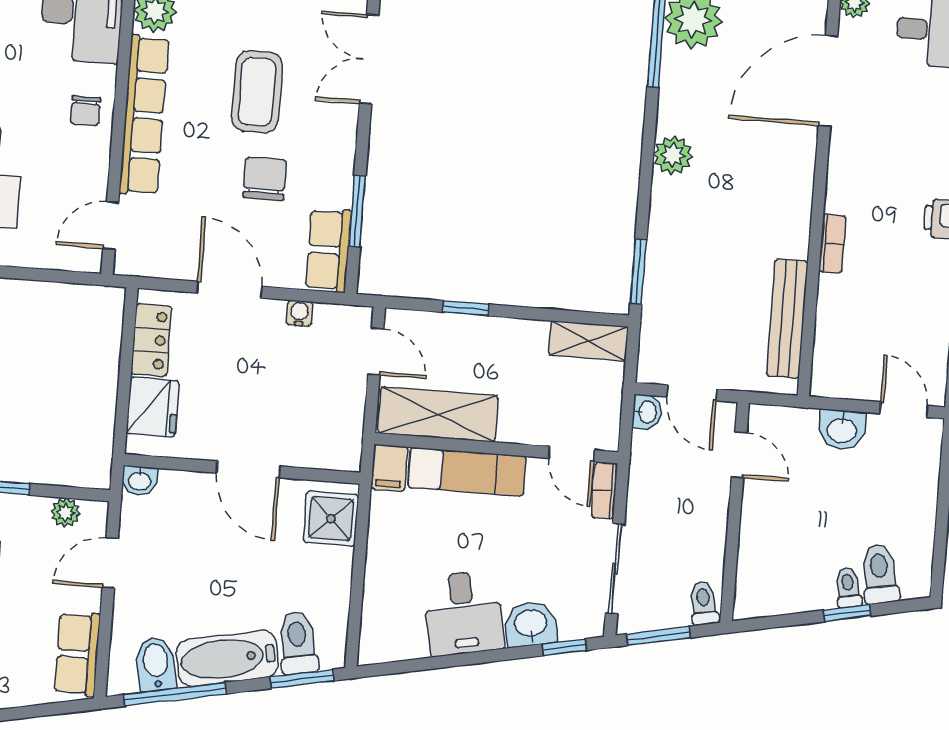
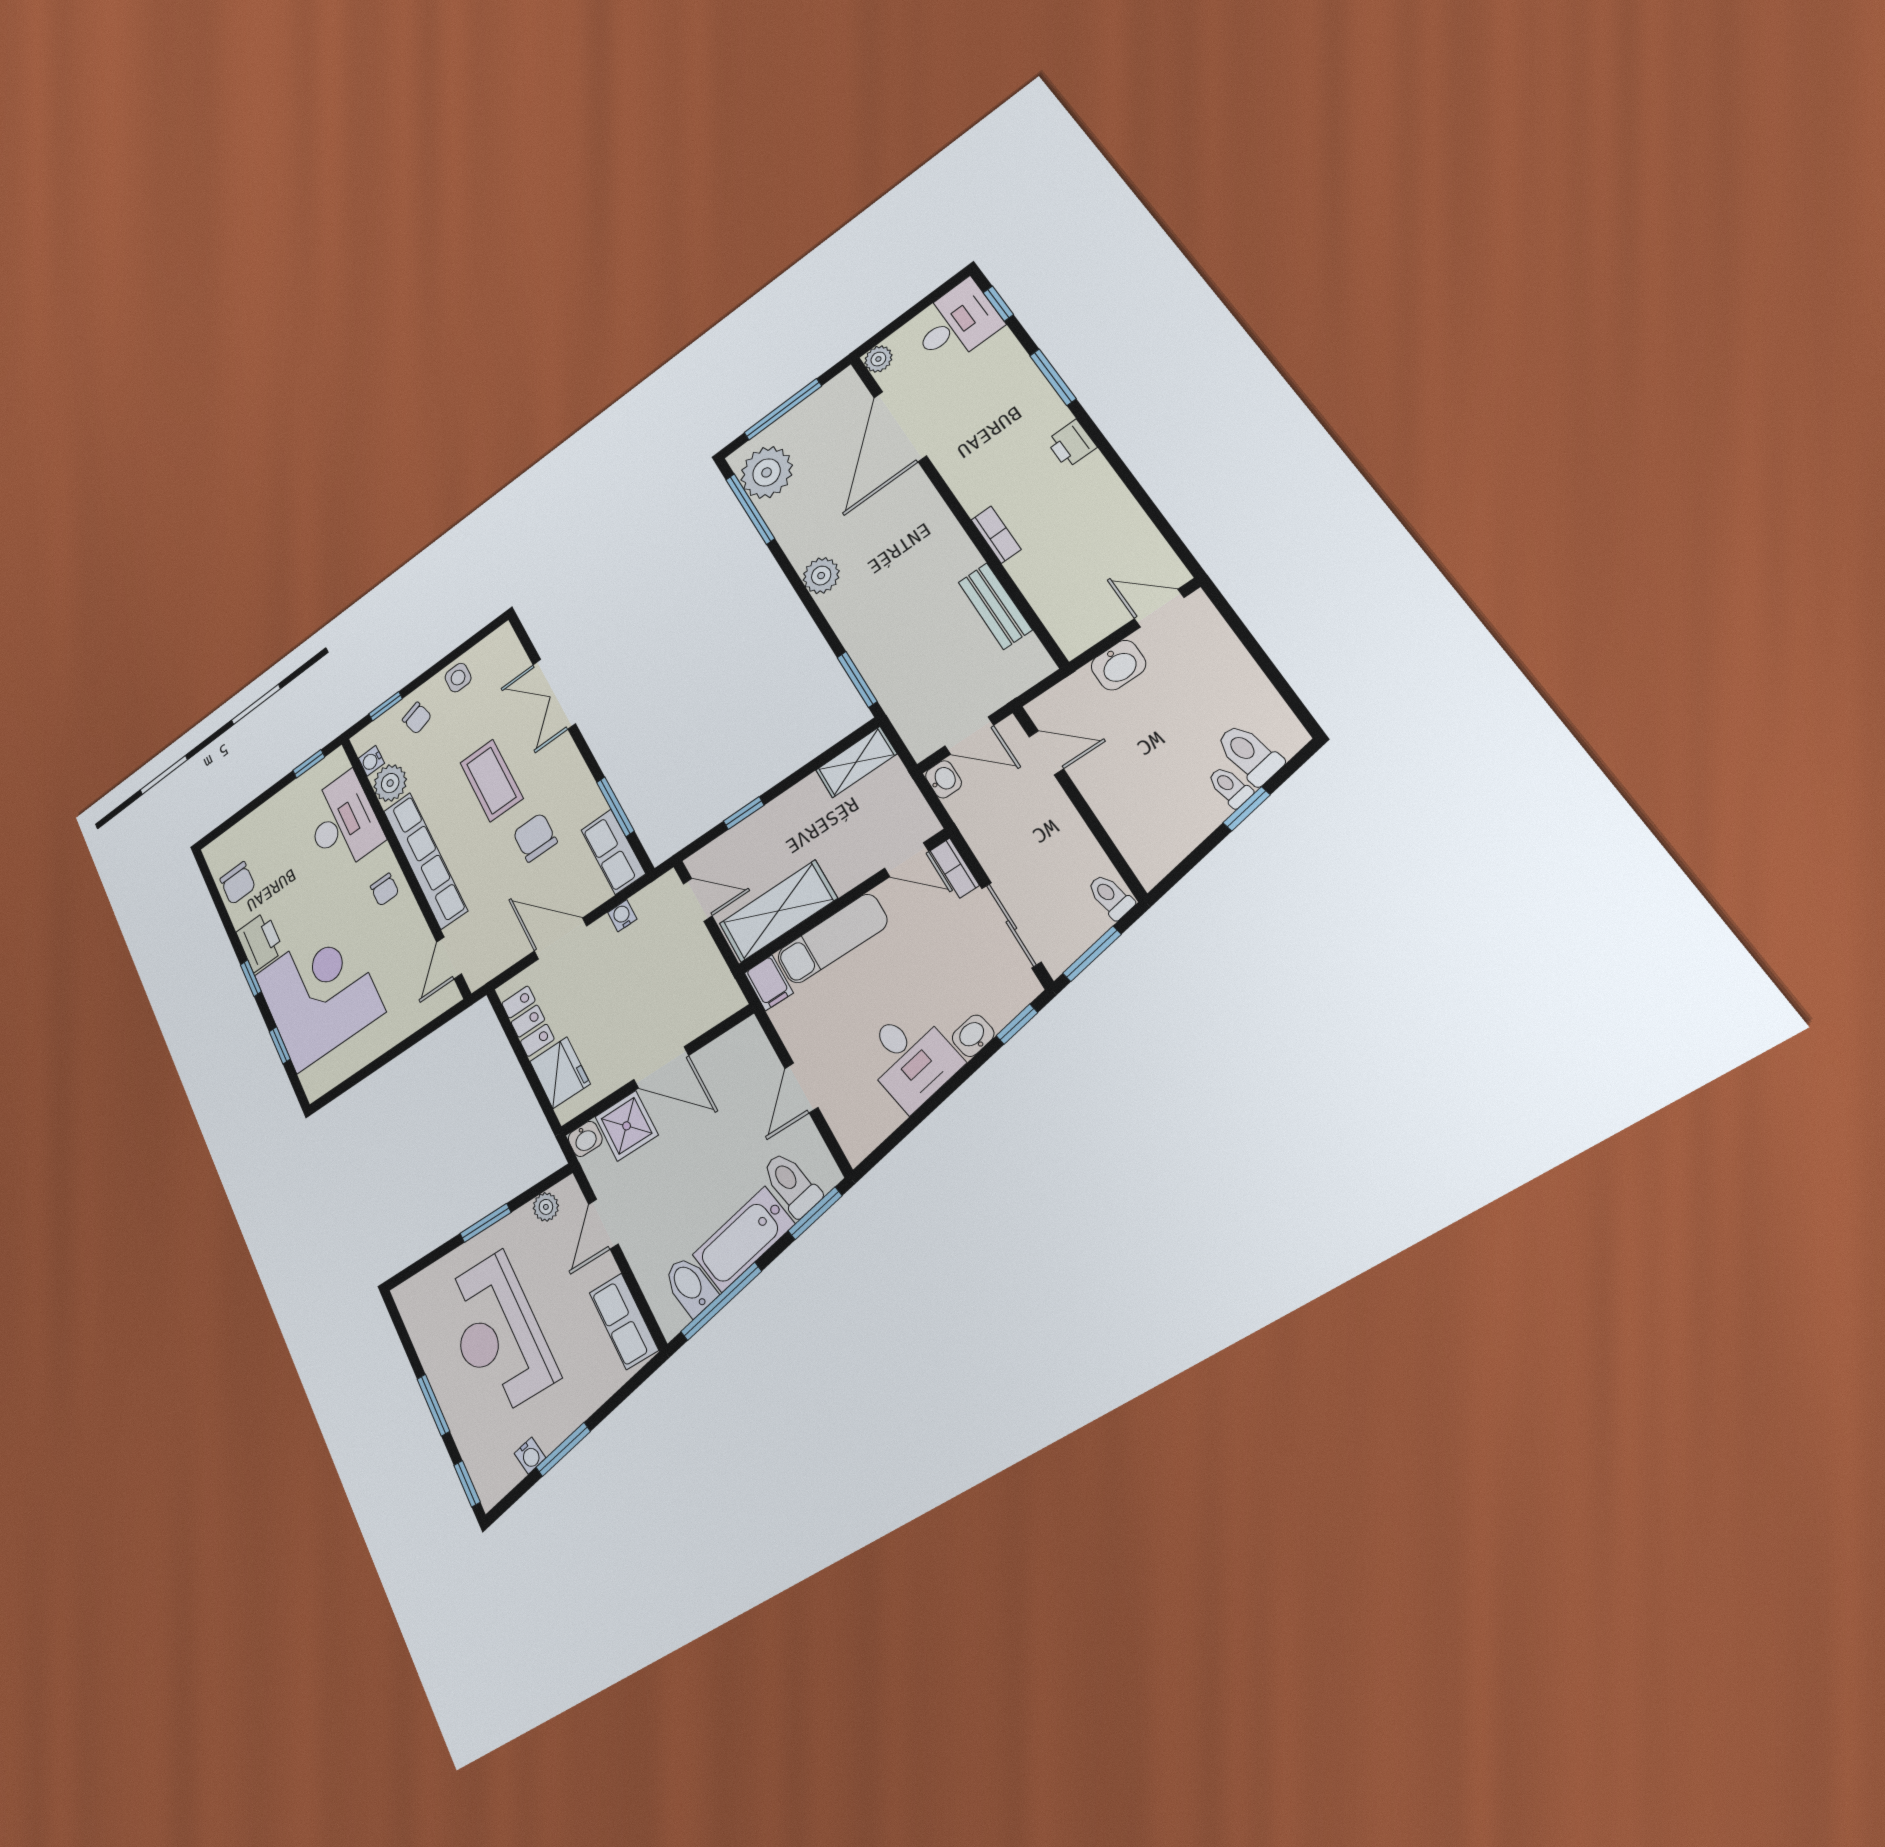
bench: (787, 319) -> (995, 606), width x0.73
shower: (331, 519) -> (627, 1126), moved
door: (358, 573) -> (801, 1088), added
washbasin: (531, 624) -> (973, 1036), width x0.72, depth x0.69

